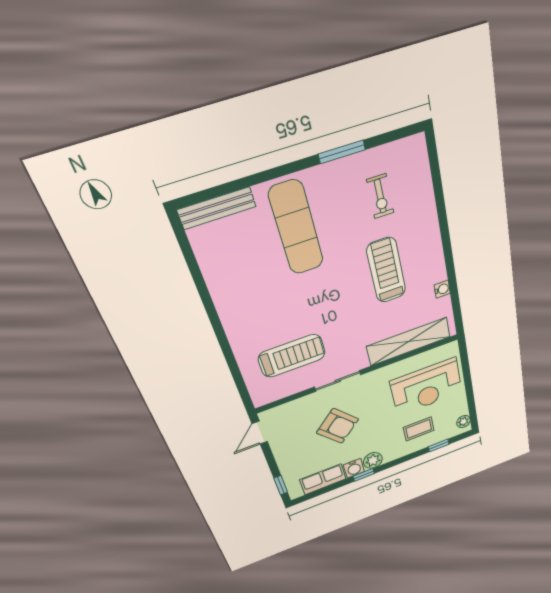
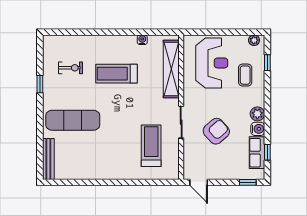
window: (342, 152) -> (40, 84), width x0.67
window: (364, 475) -> (267, 152), moved

